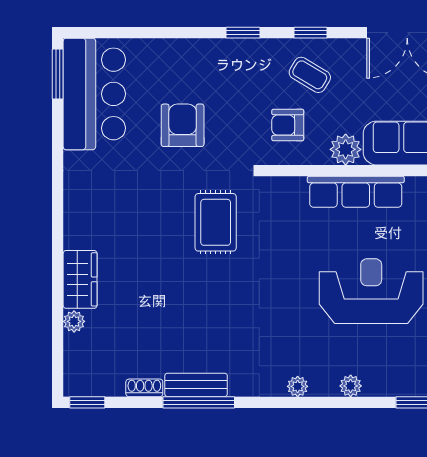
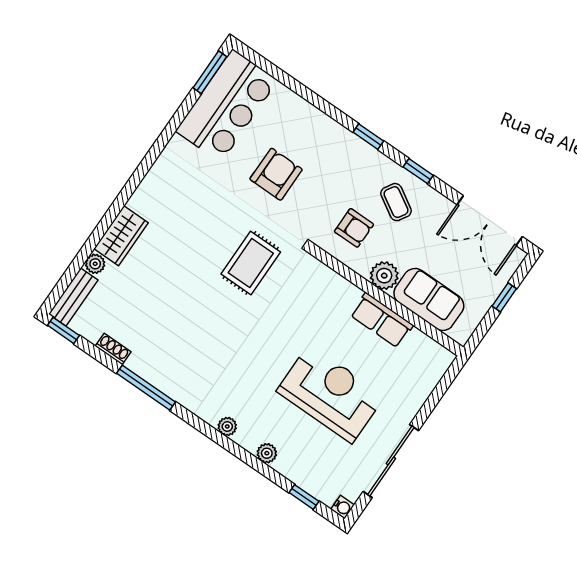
armchair: (288, 125) -> (354, 228), turned 180
row of seats: (356, 192) -> (382, 320), width x0.68
bench: (196, 385) -> (73, 297), moved, turned 90

